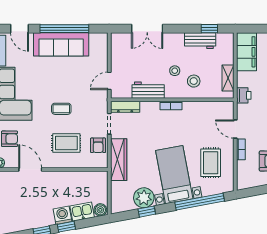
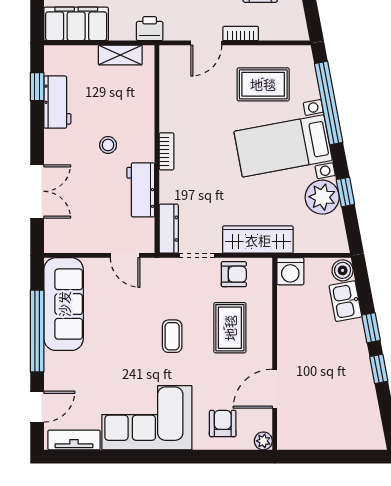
sofa: (61, 44) -> (64, 304), moved
stool: (194, 81) -> (125, 113), removed
washing machine: (62, 215) -> (290, 271), moved, turned -79

